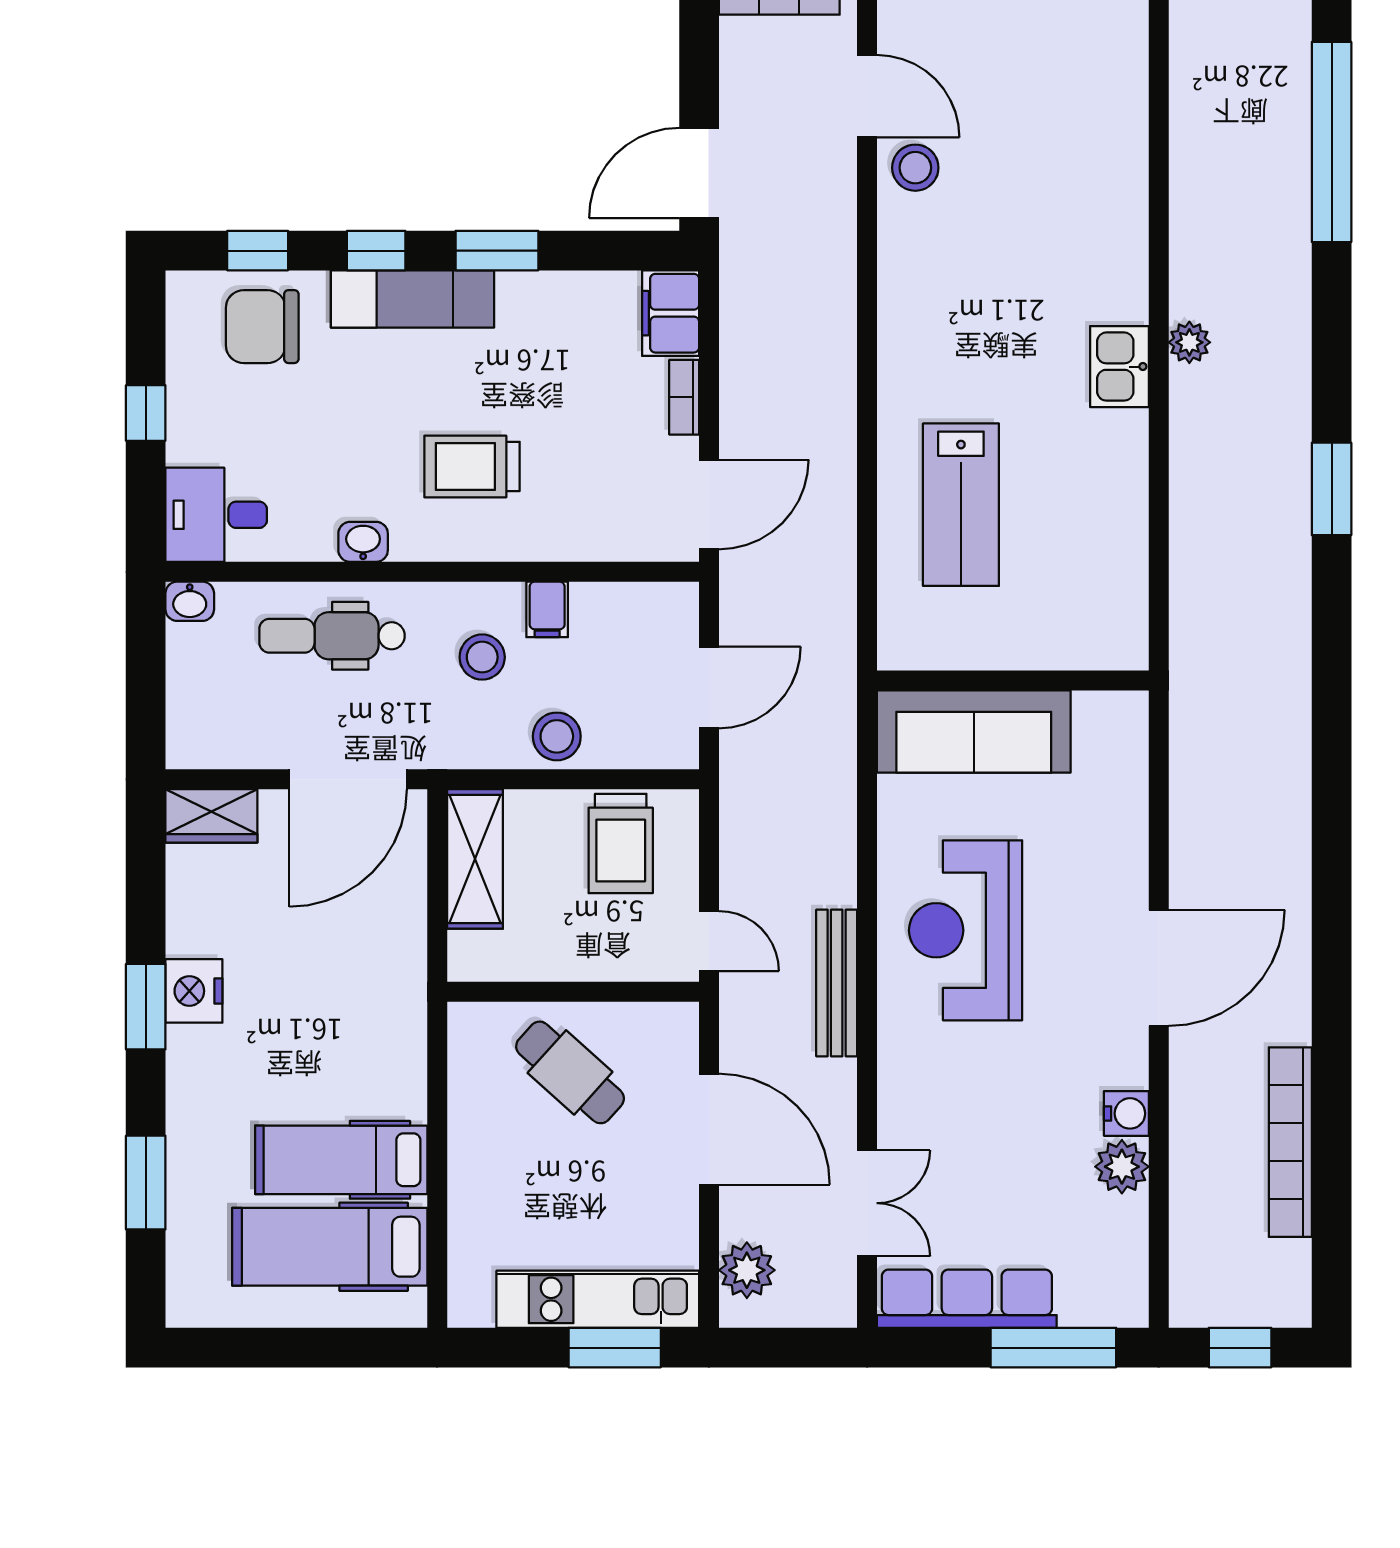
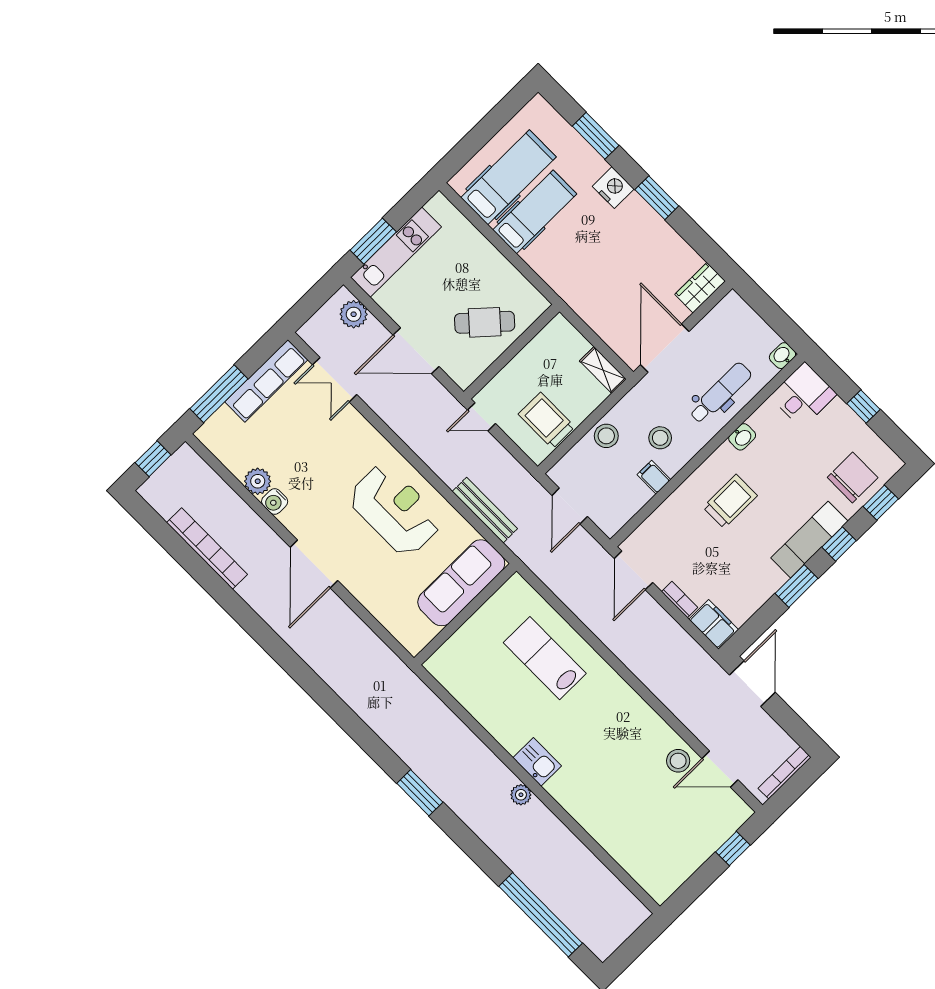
shelving: (475, 859) -> (603, 370), width x0.67, depth x0.75
bench: (837, 983) -> (485, 510), moved
nightstand: (194, 991) -> (613, 188), moved

